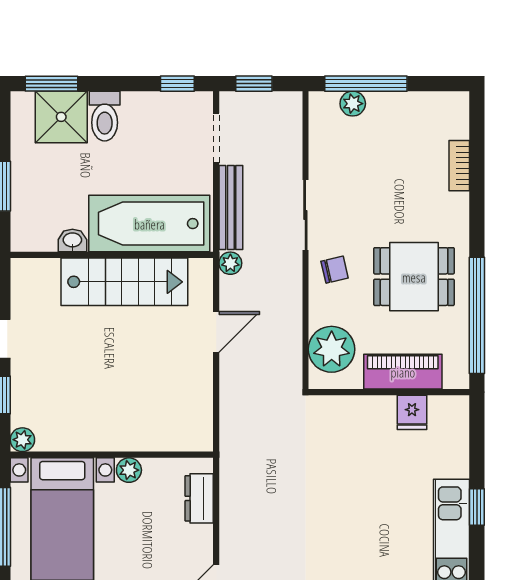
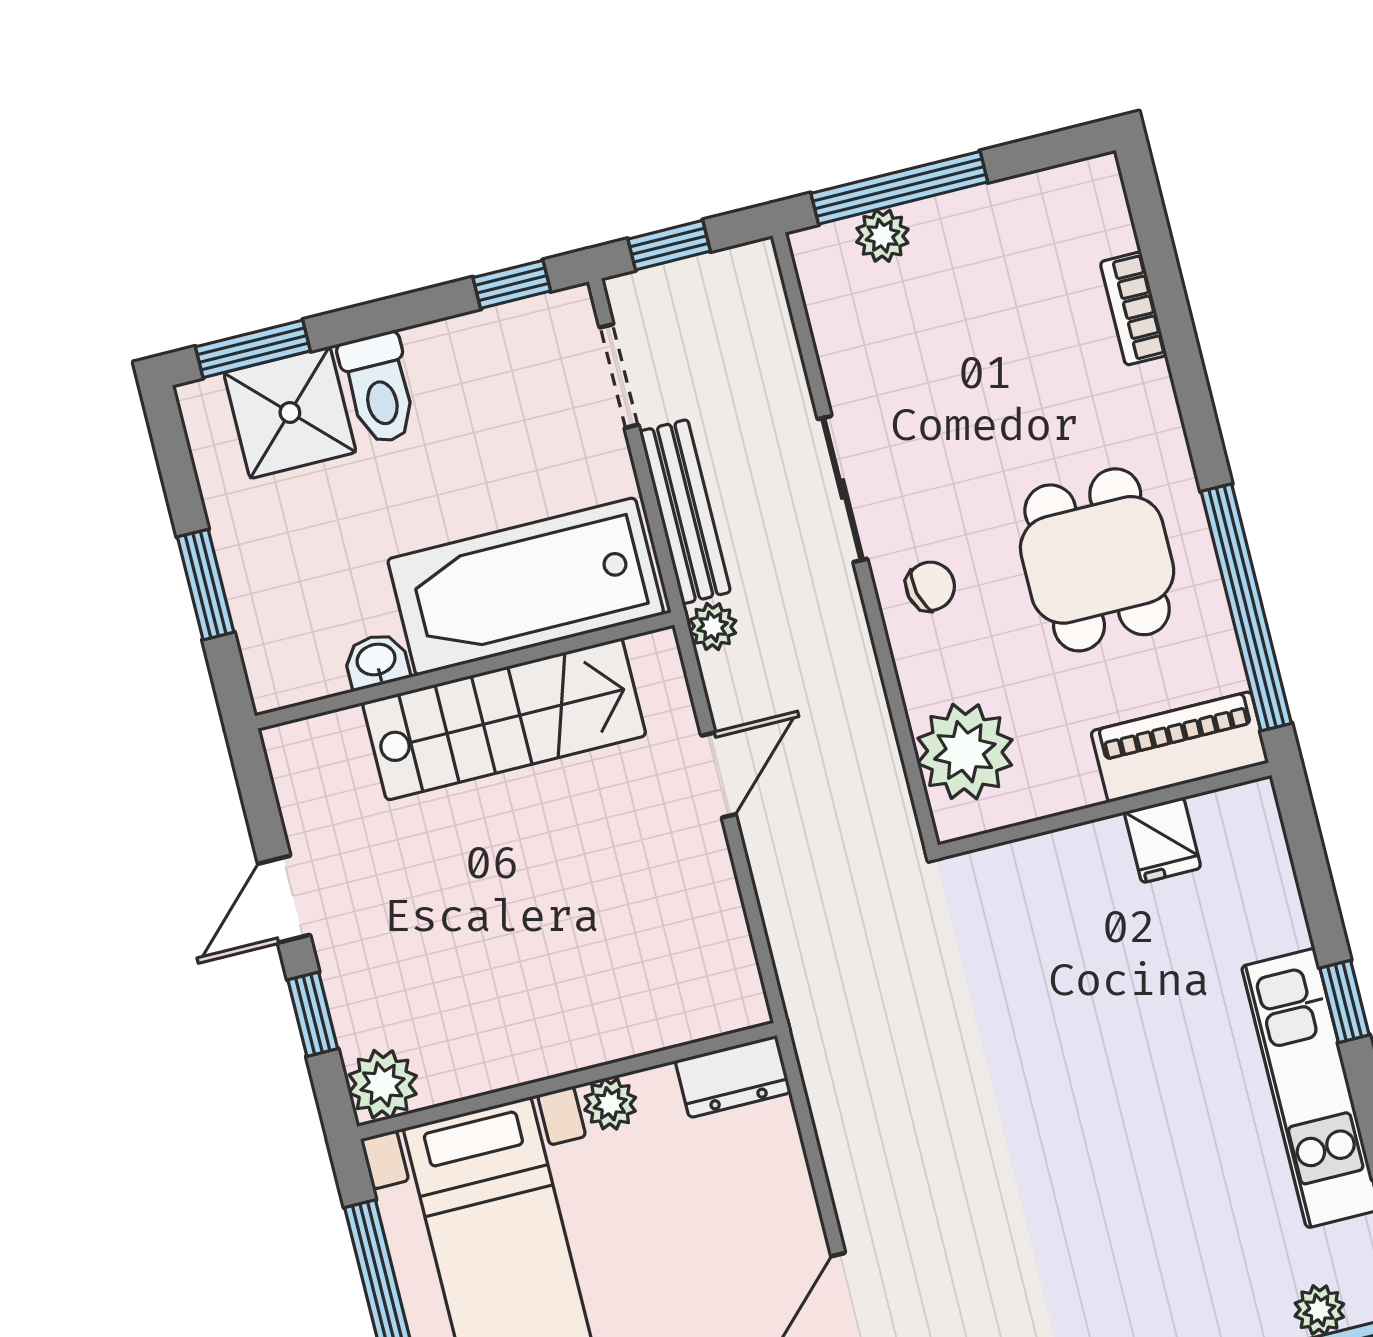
dining table: (414, 277) -> (1097, 560), turned 90
piano: (403, 372) -> (1180, 747), moved
plant: (22, 440) -> (383, 1084), width x1.38, depth x1.38
dresser: (199, 498) -> (733, 1077), moved, turned -90

